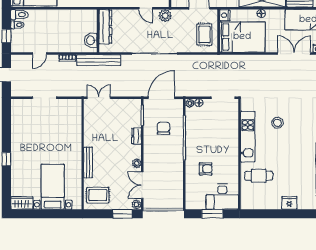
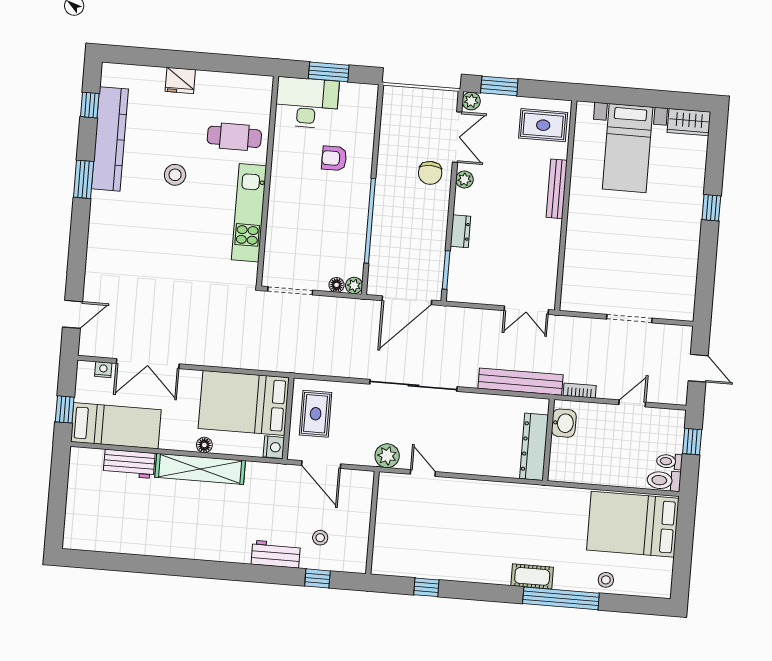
dresser: (105, 27) -> (534, 447), moved
wall: (98, 31) -> (548, 440), moved
washbasin: (91, 40) -> (564, 423), moved
stool: (277, 123) -> (175, 175), moved
chair: (163, 128) -> (430, 173), moved

